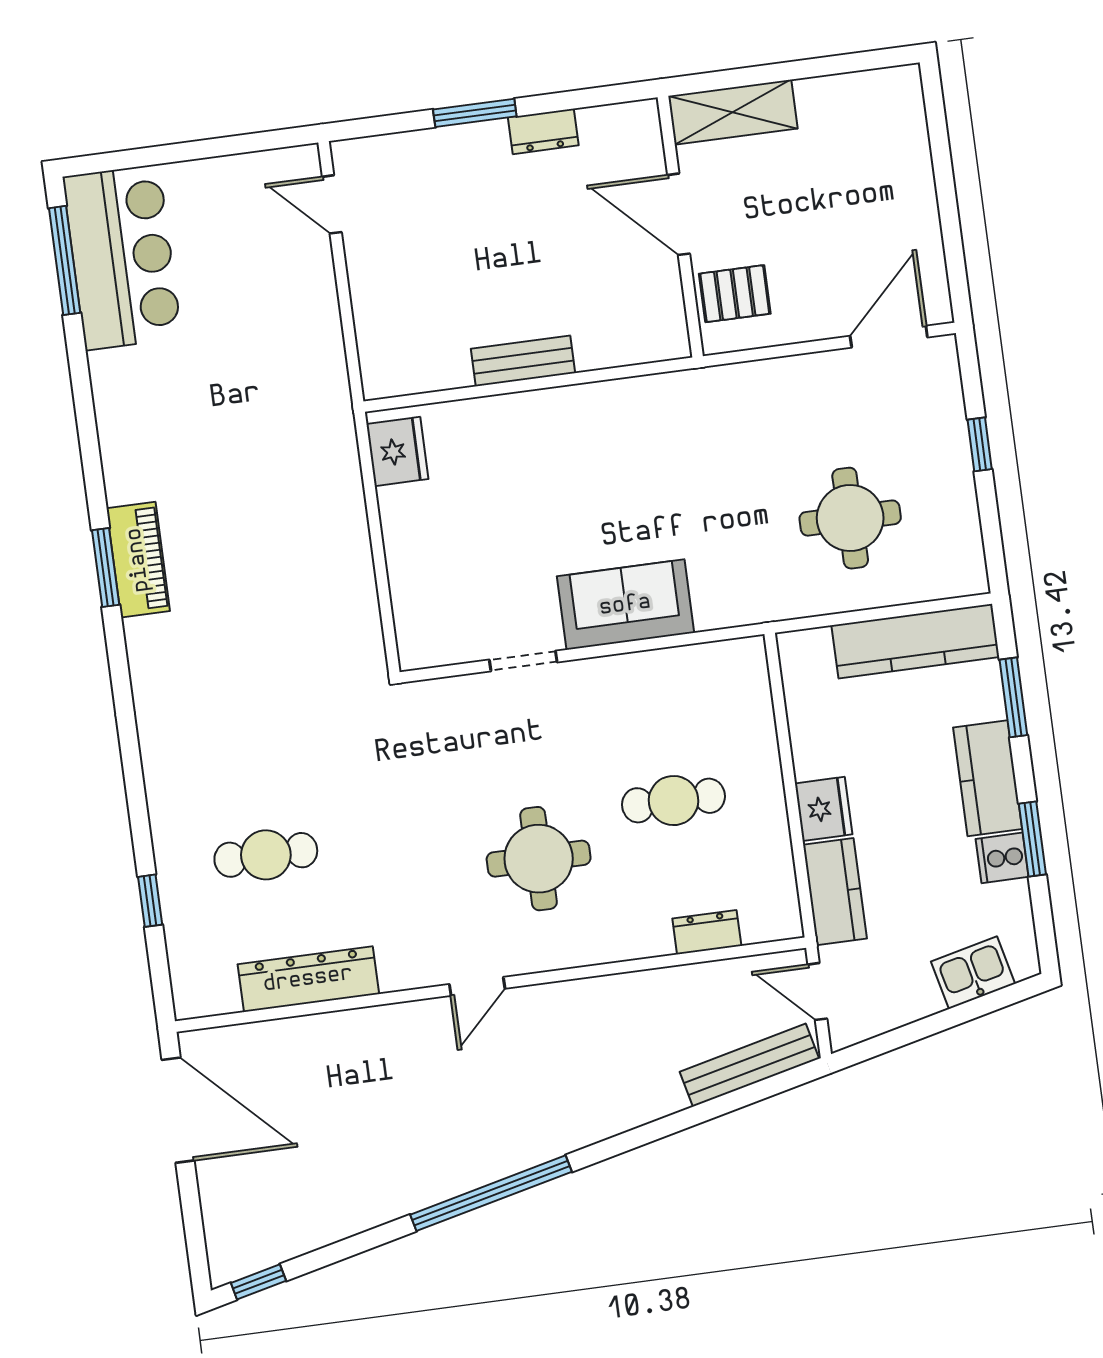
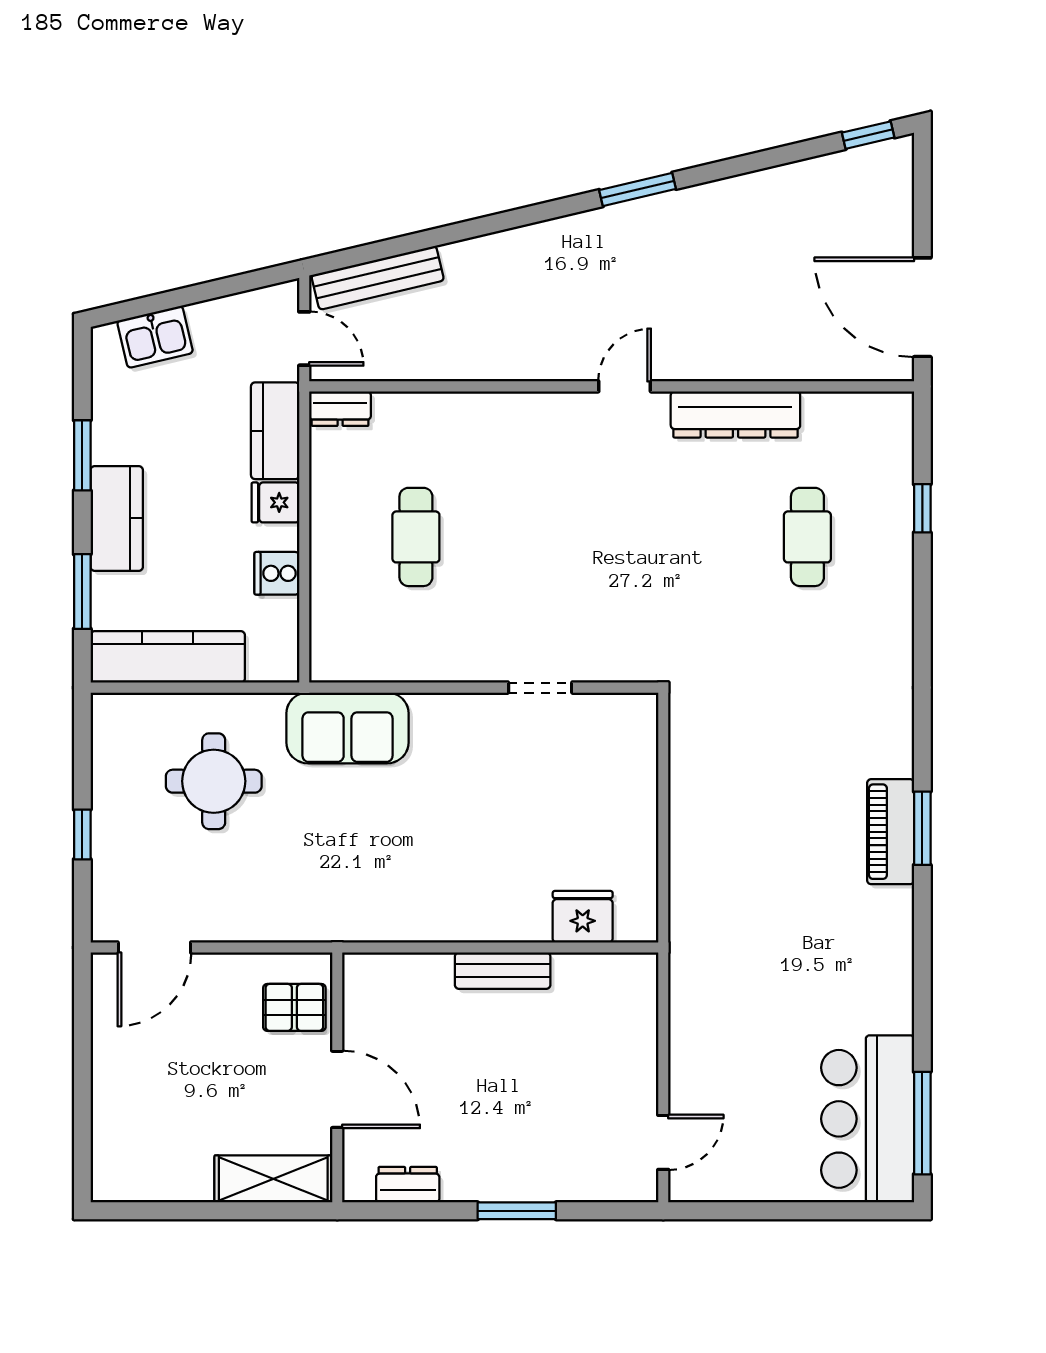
dresser: (543, 131) -> (408, 1185), moved
door: (332, 204) -> (663, 1142), hinge flipped
fridge: (397, 451) -> (583, 917), moved, turned 90
sofa: (625, 605) -> (348, 728), moved
cafe table: (673, 801) -> (416, 537), turned 90
fridge: (824, 809) -> (275, 502), width x0.72
cafe table: (266, 855) -> (807, 537), turned 90
cooker: (1002, 858) -> (277, 573), moved, turned 180
round table: (539, 859) -> (551, 499), removed
dresser: (707, 932) -> (340, 409), moved
dresser: (308, 979) -> (735, 414), moved
window: (491, 1193) -> (638, 189), width x0.47

